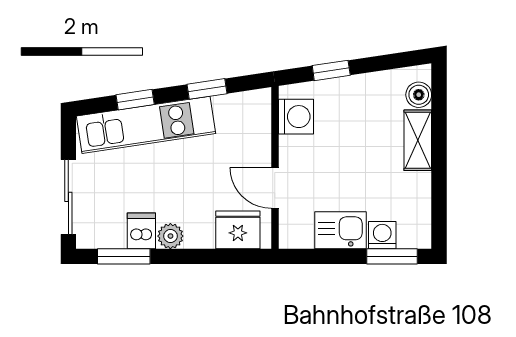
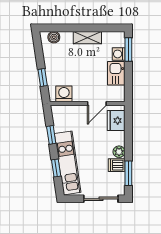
shelving: (418, 140) -> (87, 38), moved

